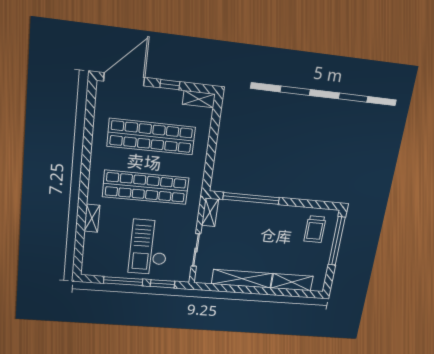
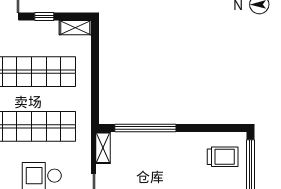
trolley: (315, 229) -> (223, 157), turned -90

